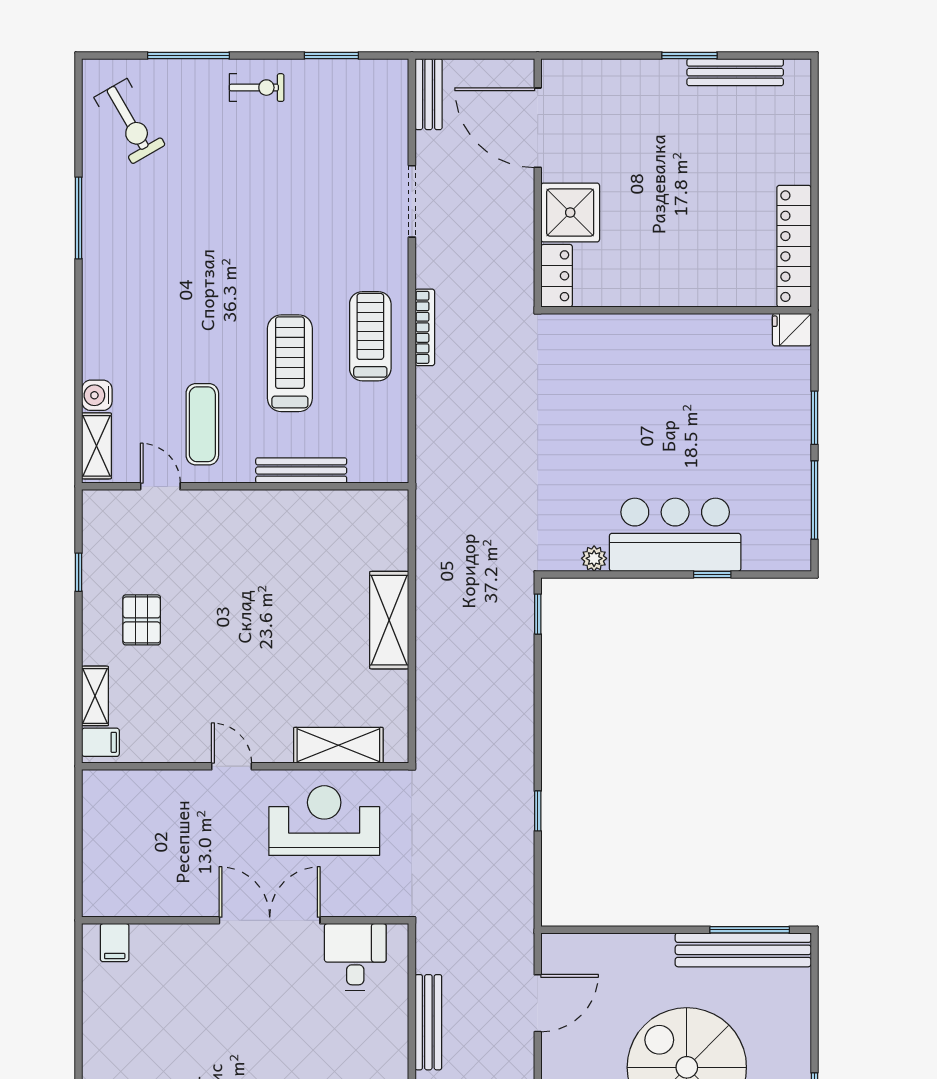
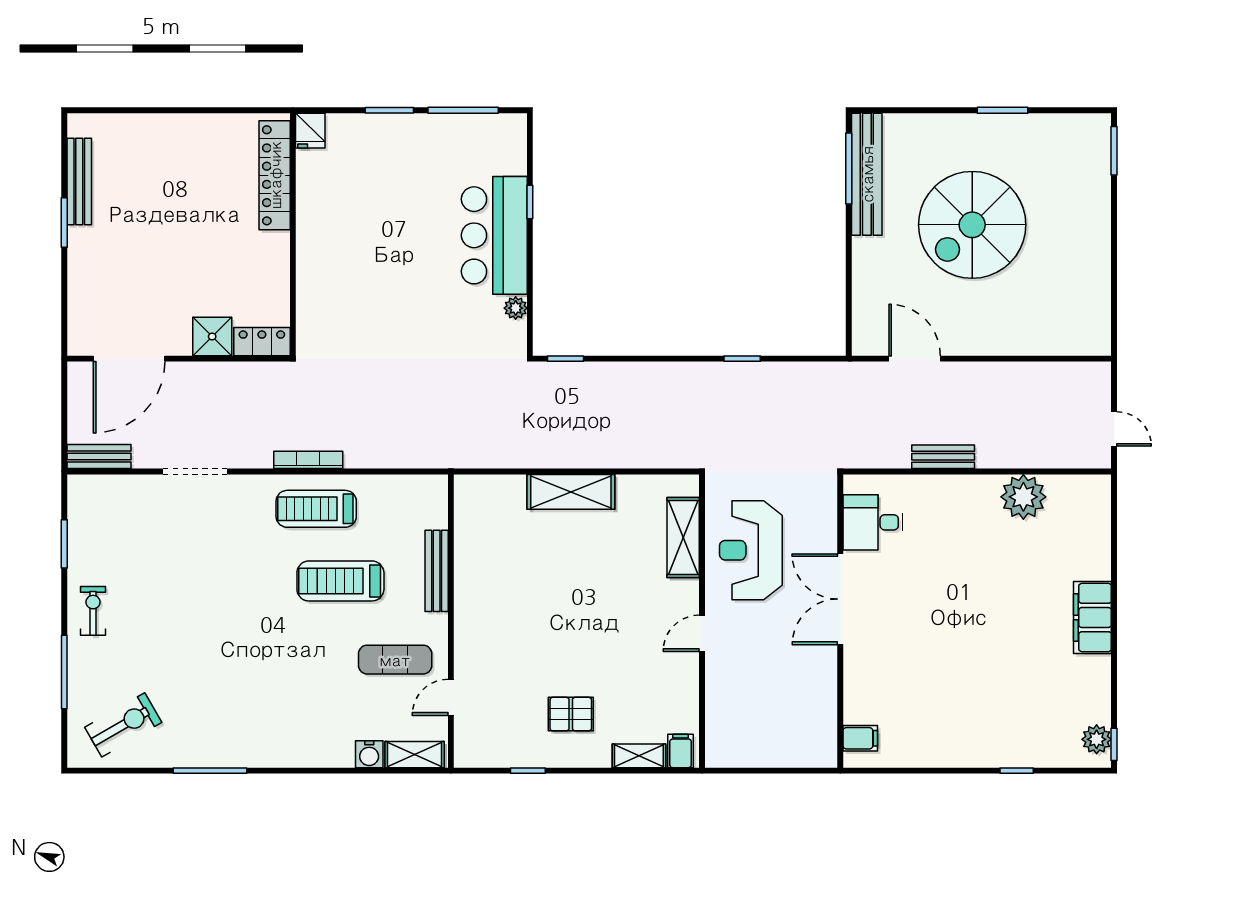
shower: (570, 213) -> (212, 336), width x0.73, depth x0.73
locker: (794, 246) -> (275, 175), moved, turned 90
bench: (428, 1022) -> (943, 457), width x0.73

